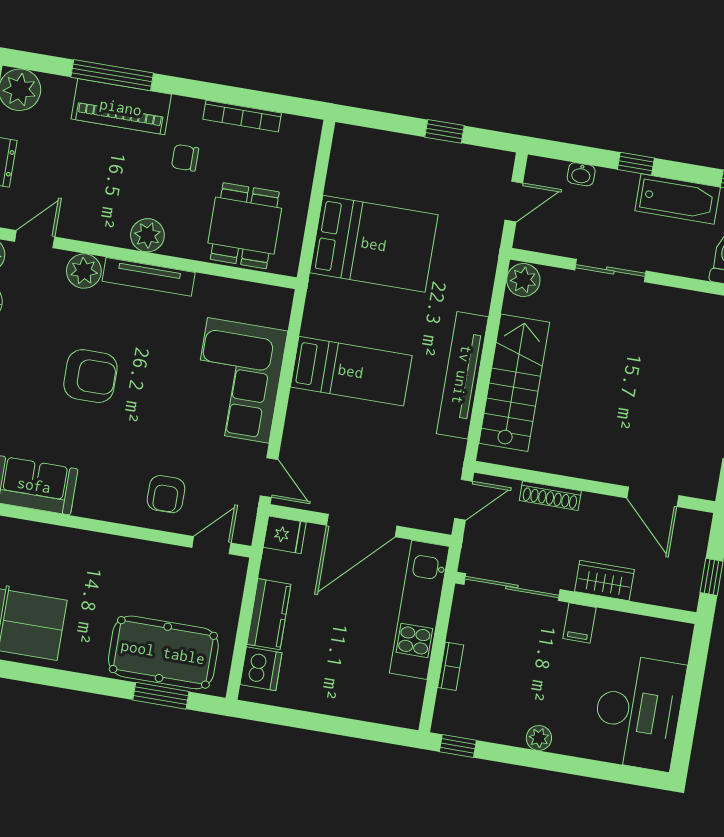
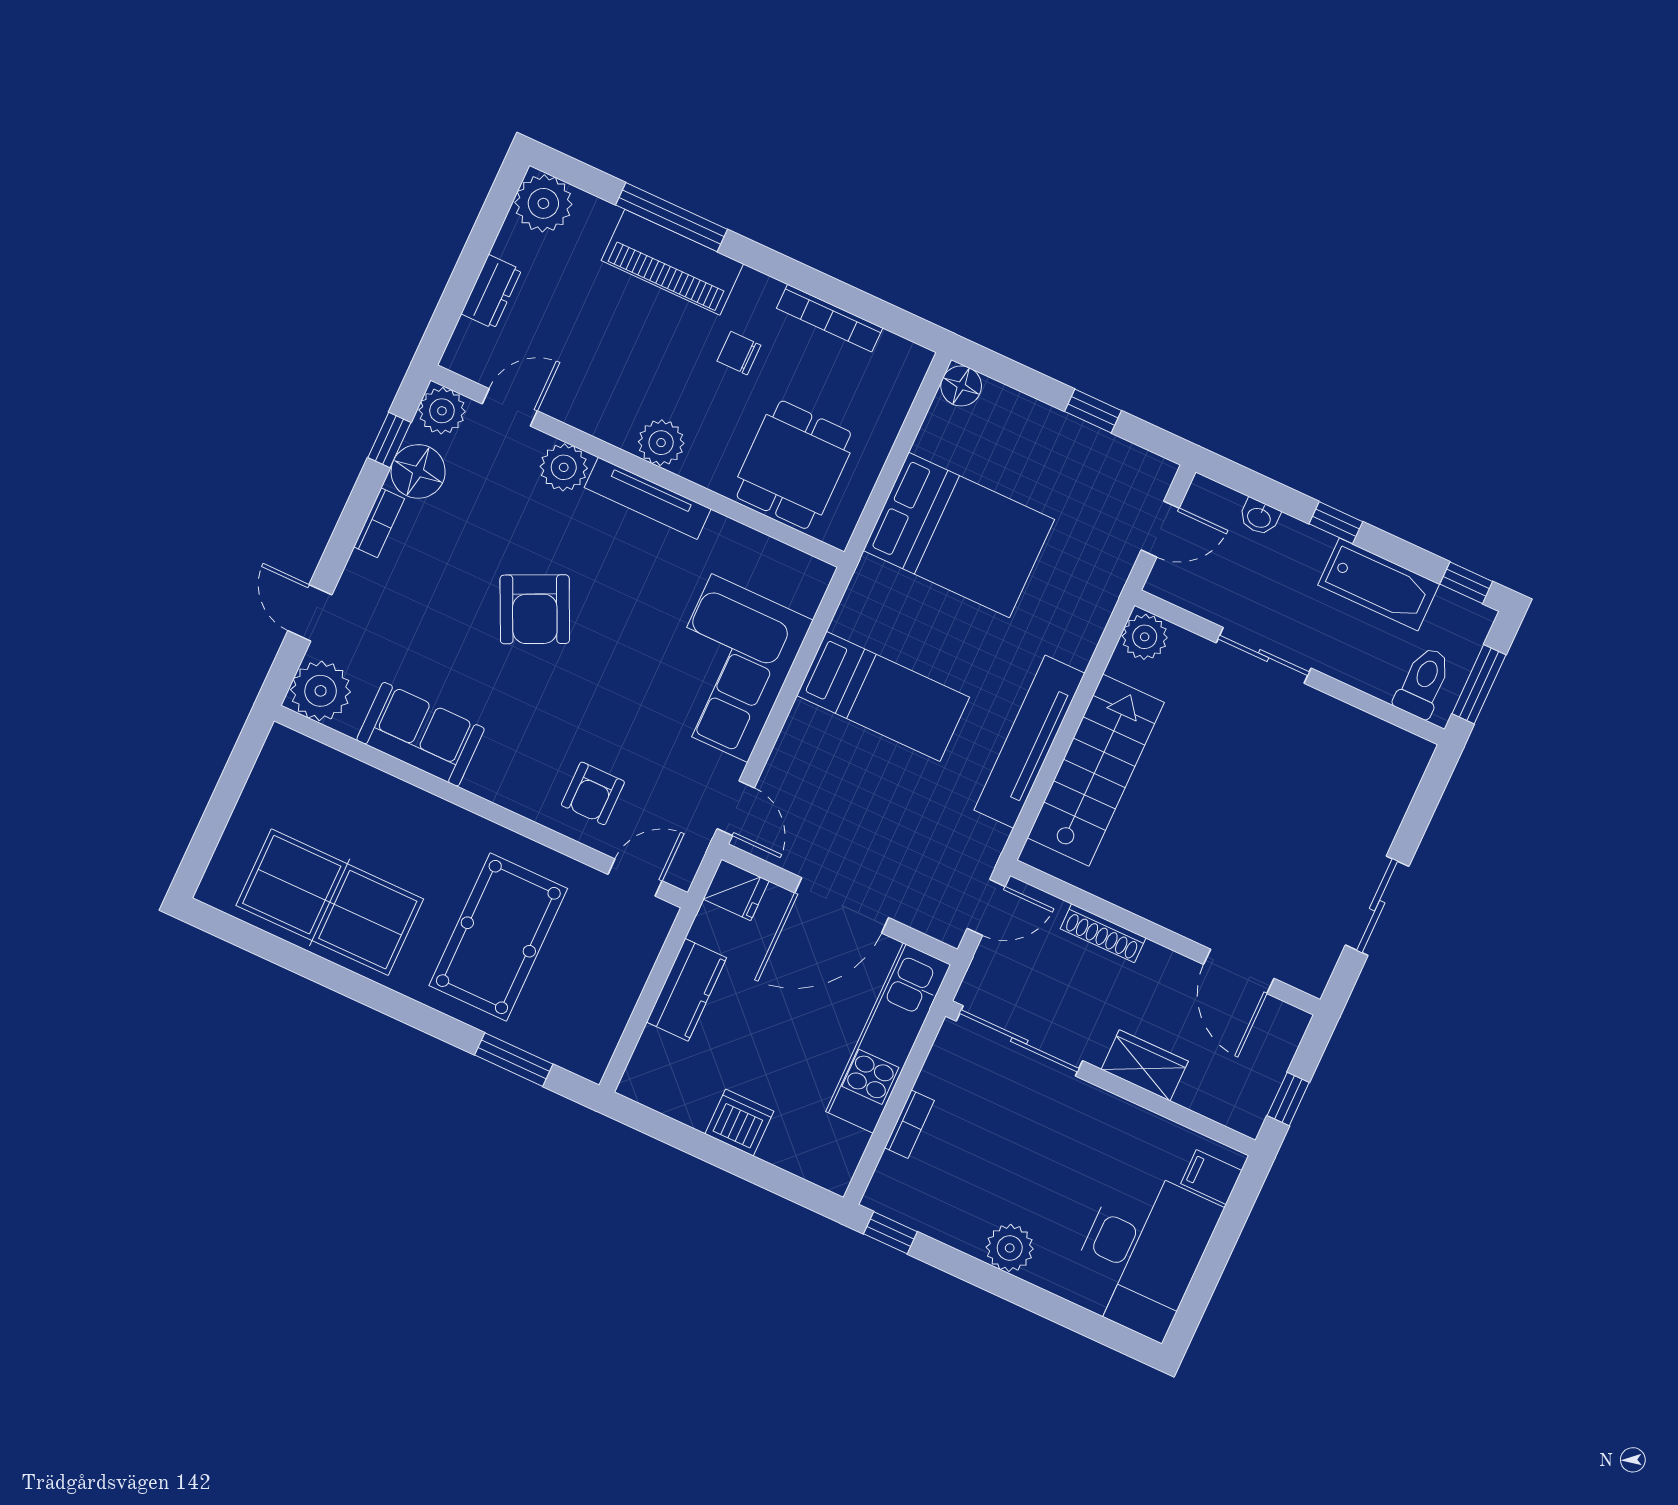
floor lamp: (347, 139) -> (961, 386), added
armchair: (90, 376) -> (535, 609), turned 65
filing cabinet: (579, 623) -> (1211, 1177), moved, turned 90
pool table: (163, 652) -> (498, 937), moved, turned 90
dishwasher: (261, 669) -> (739, 1123), moved, turned -90
plant: (539, 738) -> (1010, 1248), width x1.38, depth x1.38

